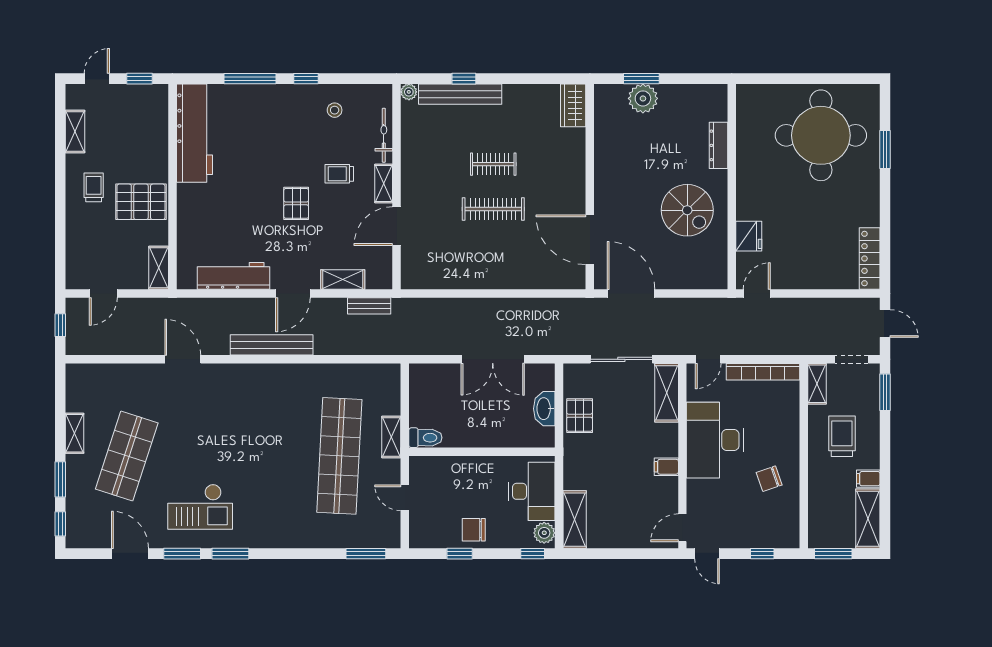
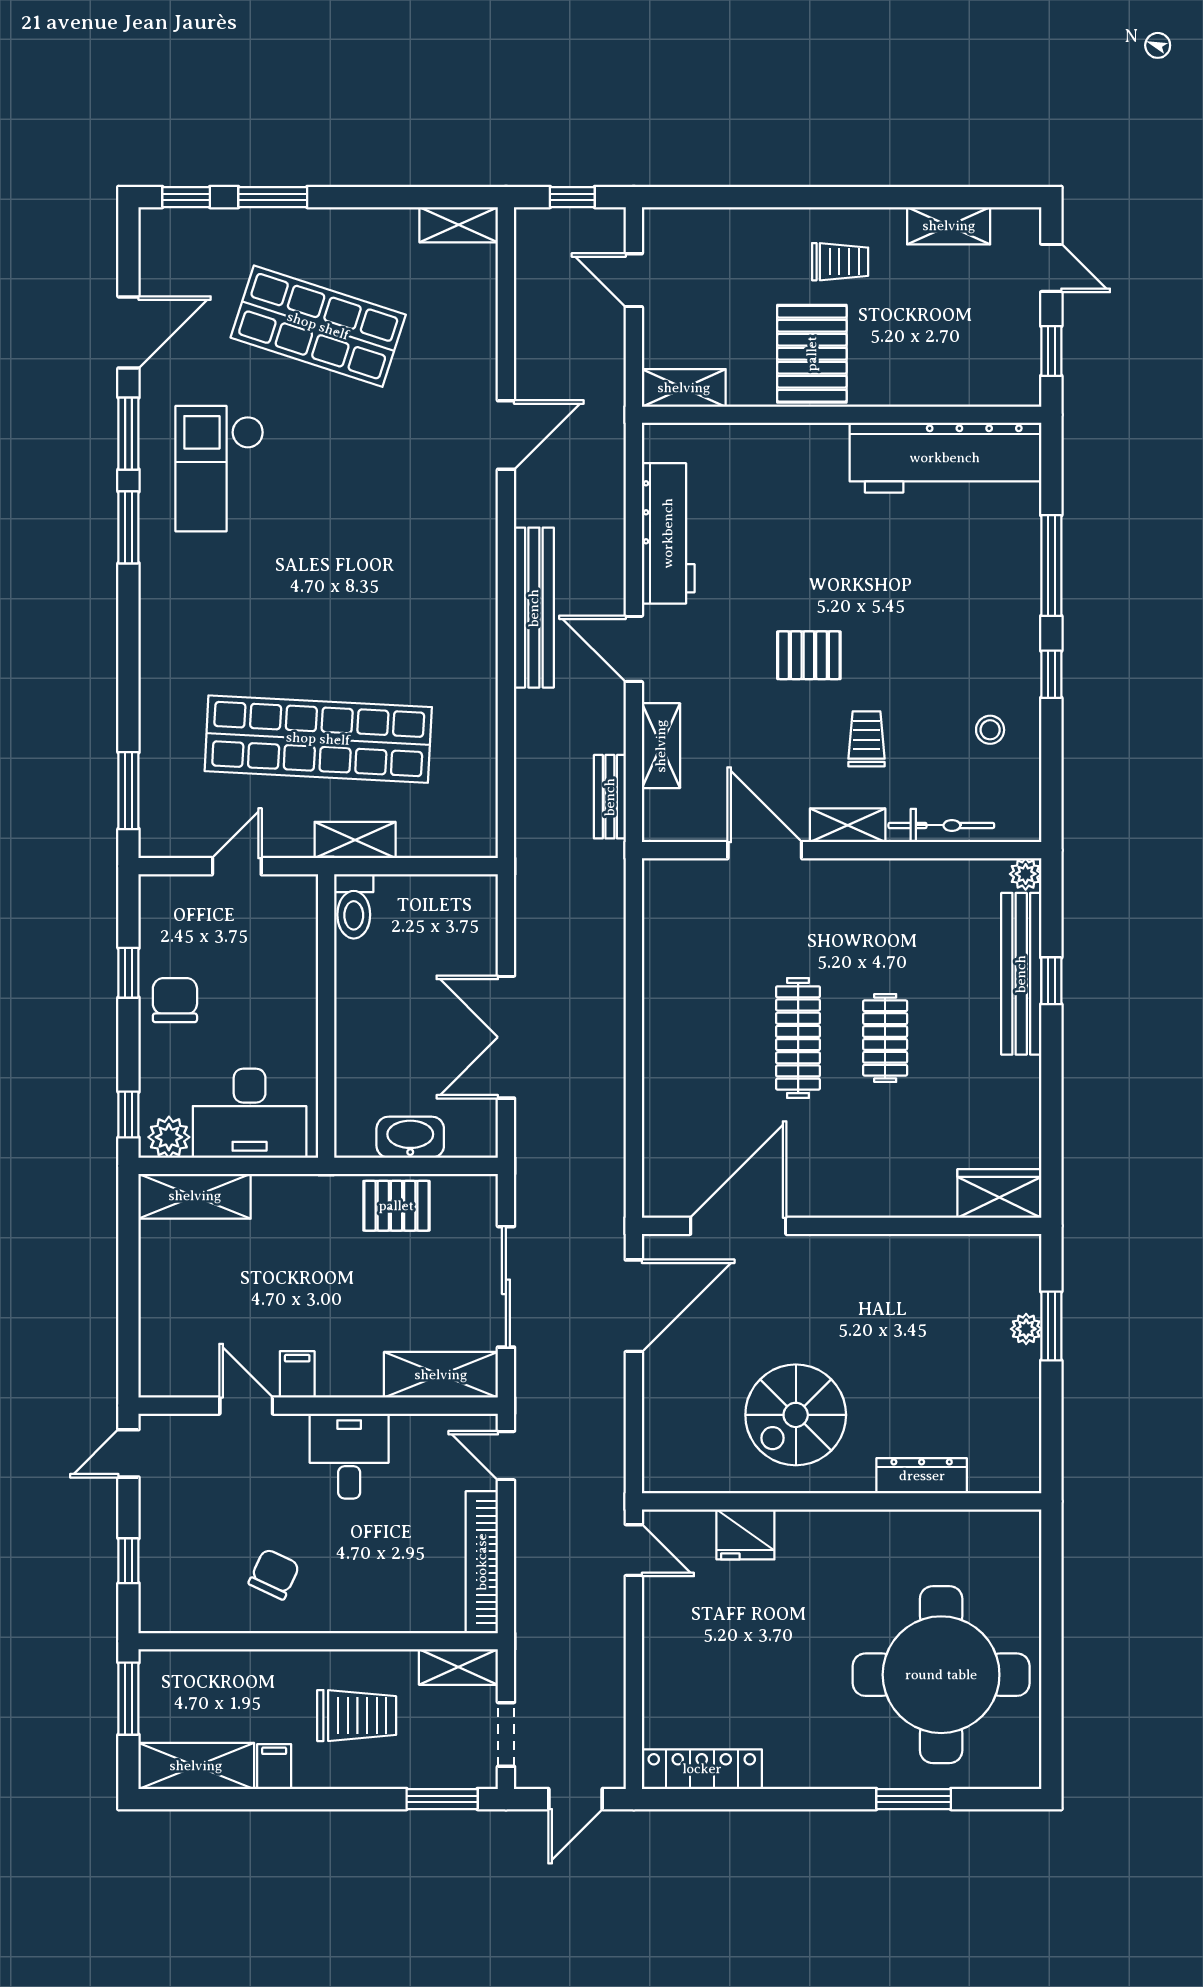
plant: (643, 98) -> (1026, 1329), width x0.53, depth x0.53
shelving: (75, 433) -> (459, 225), moved
desk: (715, 440) -> (349, 1456), width x0.53, depth x0.77
chair: (769, 479) -> (274, 1574), turned 44
door: (682, 528) -> (246, 1406), moved

